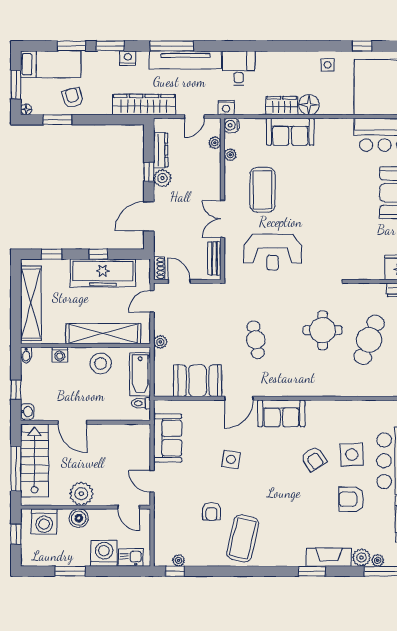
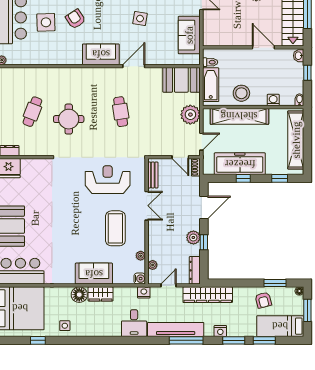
dresser: (161, 150) -> (195, 270), moved
cafe table: (369, 340) -> (32, 112), width x0.73, depth x0.74
plant: (160, 342) -> (190, 115), width x1.88, depth x1.88
booth: (198, 381) -> (181, 80), moved

